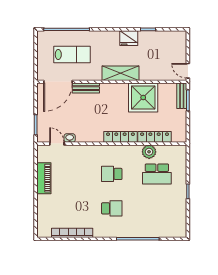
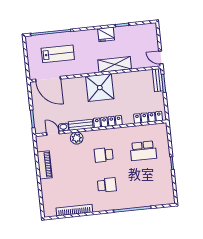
shelving: (121, 73) -> (115, 64), moved
door: (58, 82) -> (48, 79), hinge flipped
bench: (86, 88) -> (81, 125), moved
shower: (143, 97) -> (100, 88), moved
locker: (155, 137) -> (148, 117), moved
plant: (149, 152) -> (77, 138), moved

